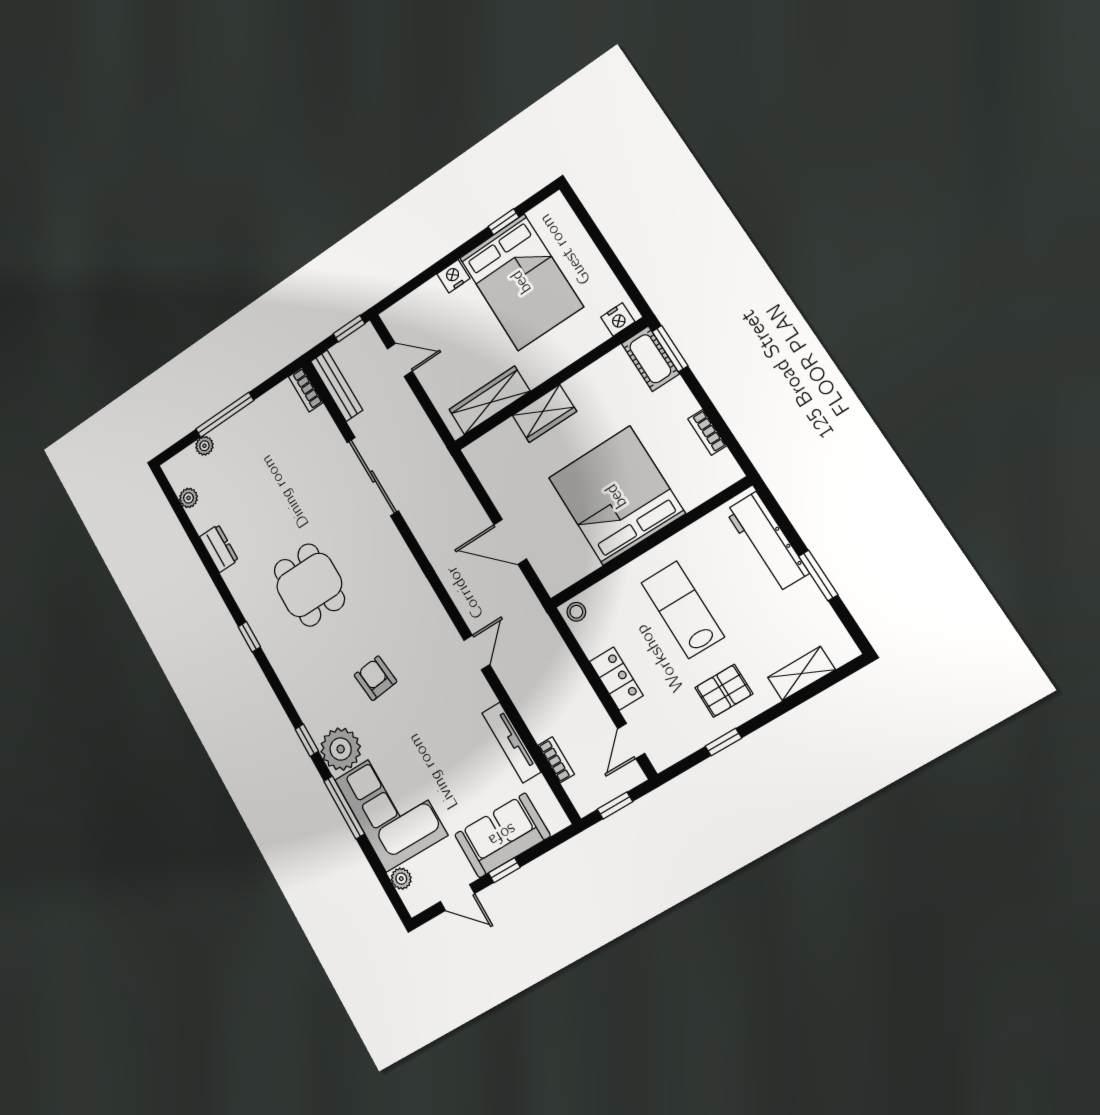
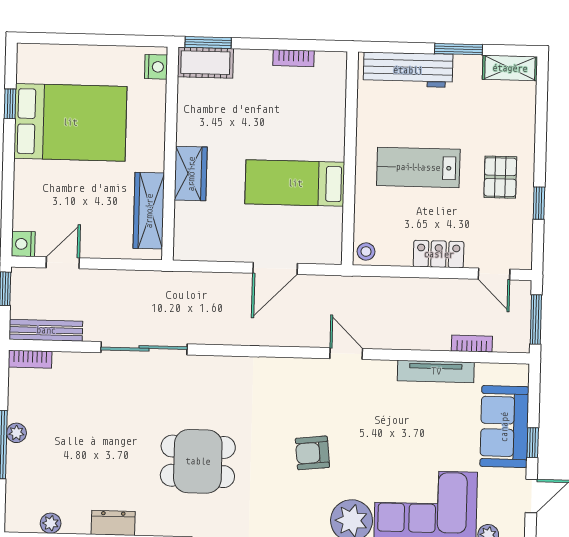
nightstand: (453, 276) -> (23, 244), moved
plant: (204, 446) -> (16, 433), moved
bed: (616, 496) -> (295, 183), width x0.49
shelving: (801, 673) -> (510, 68), moved, turned 90
window: (615, 805) -> (536, 319), width x1.50

